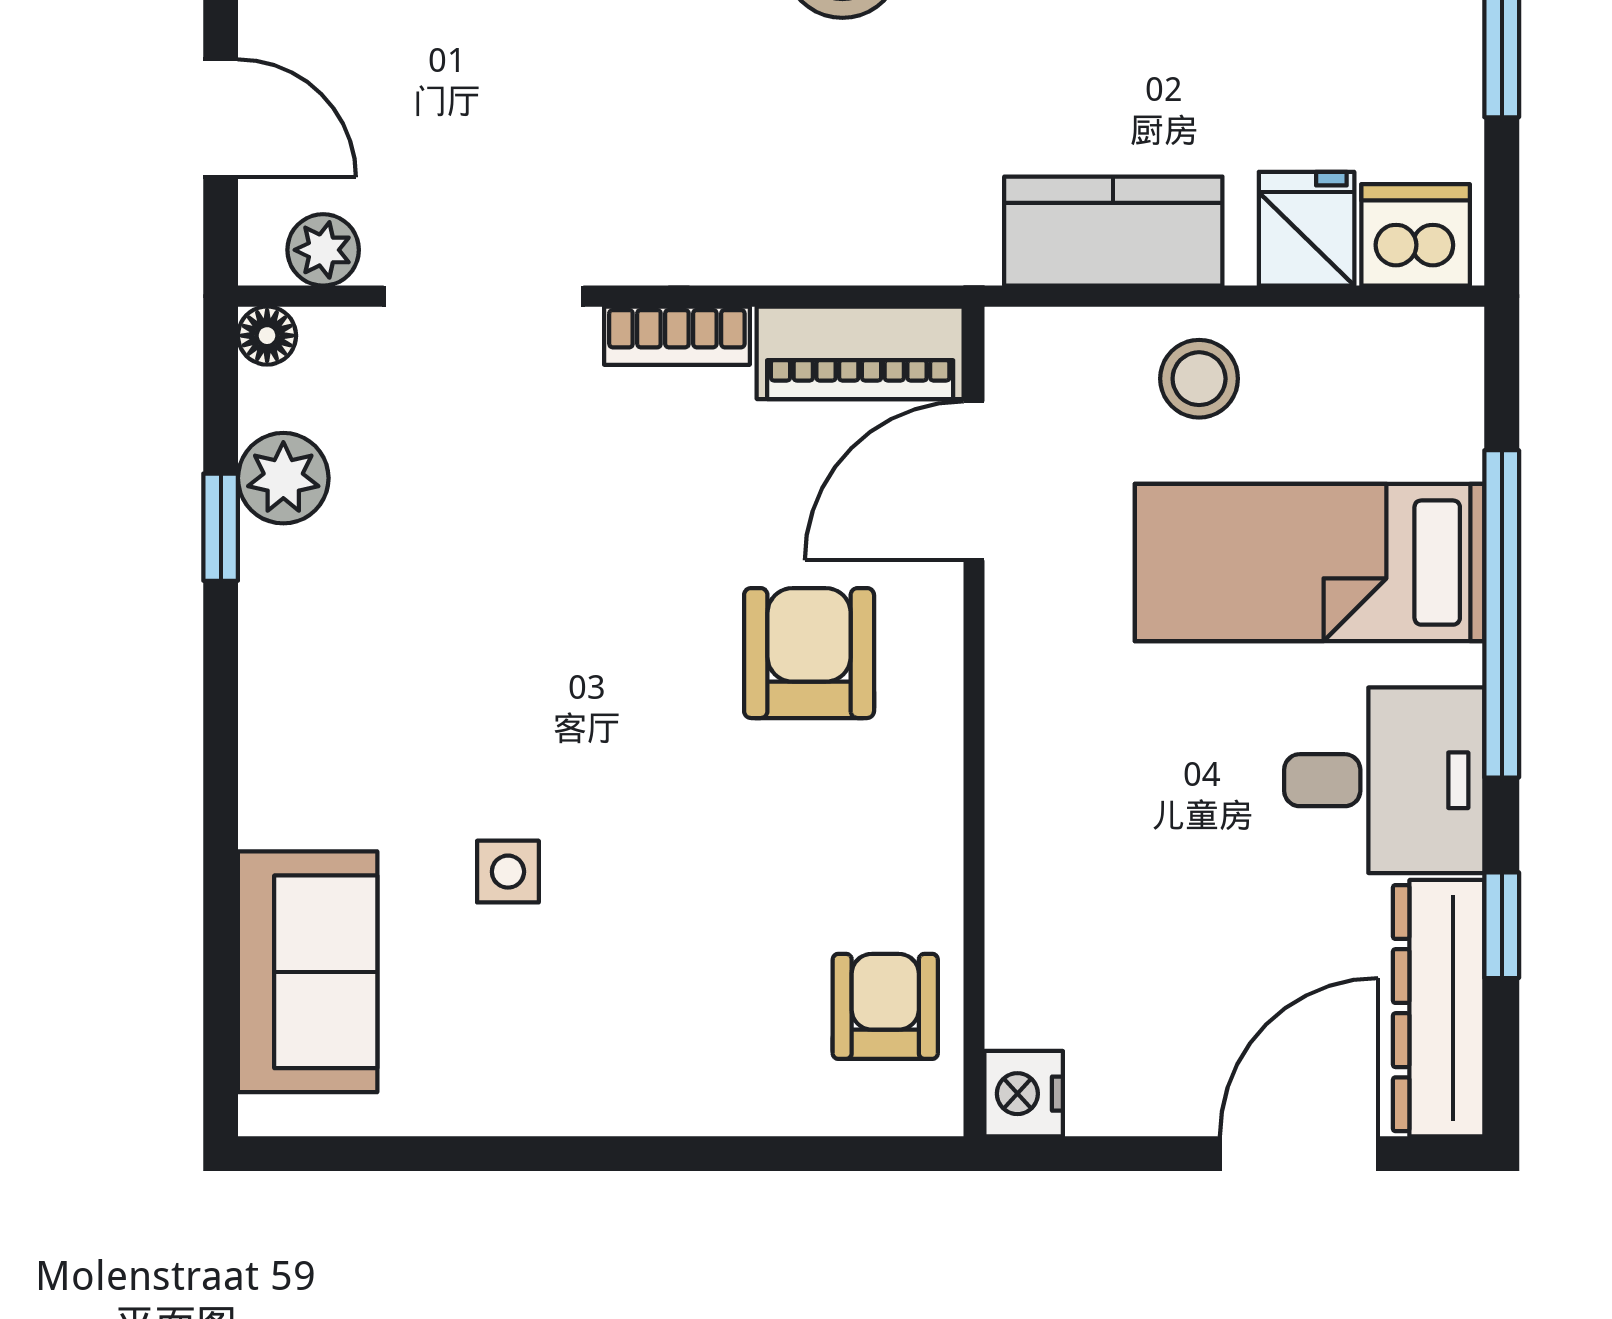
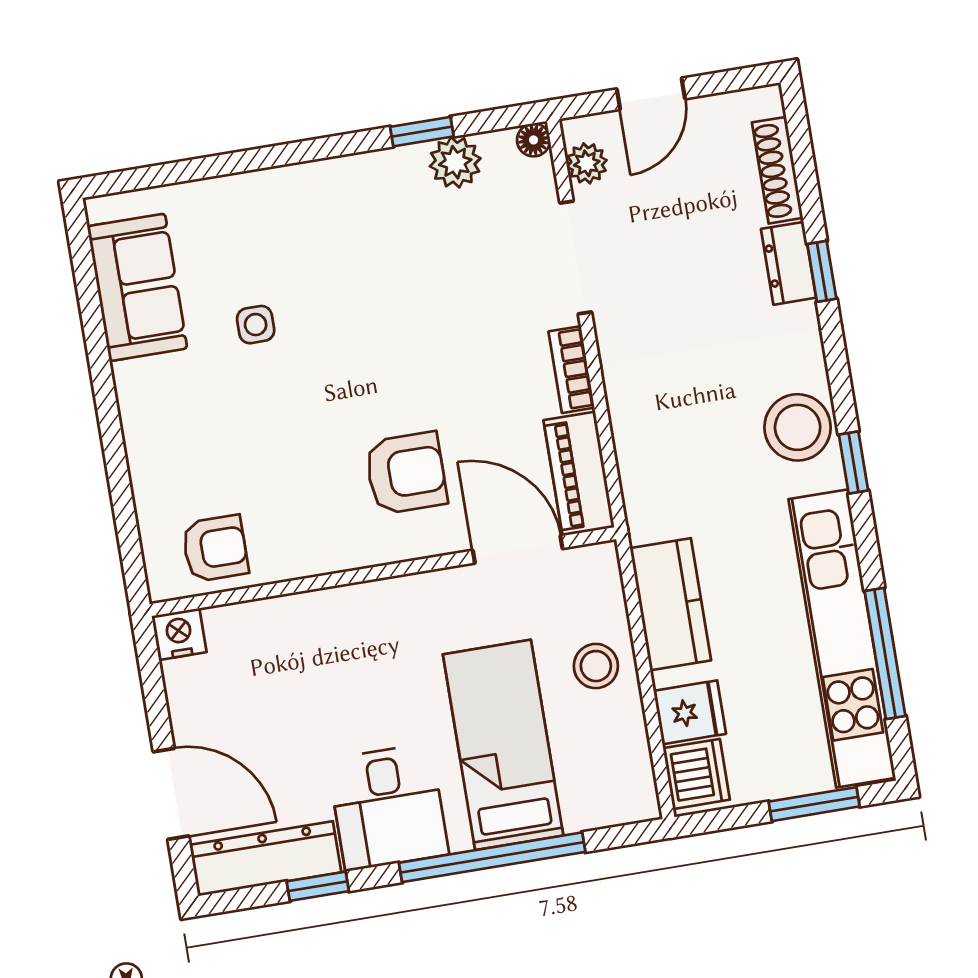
sofa: (308, 972) -> (137, 287), moved, turned -90

